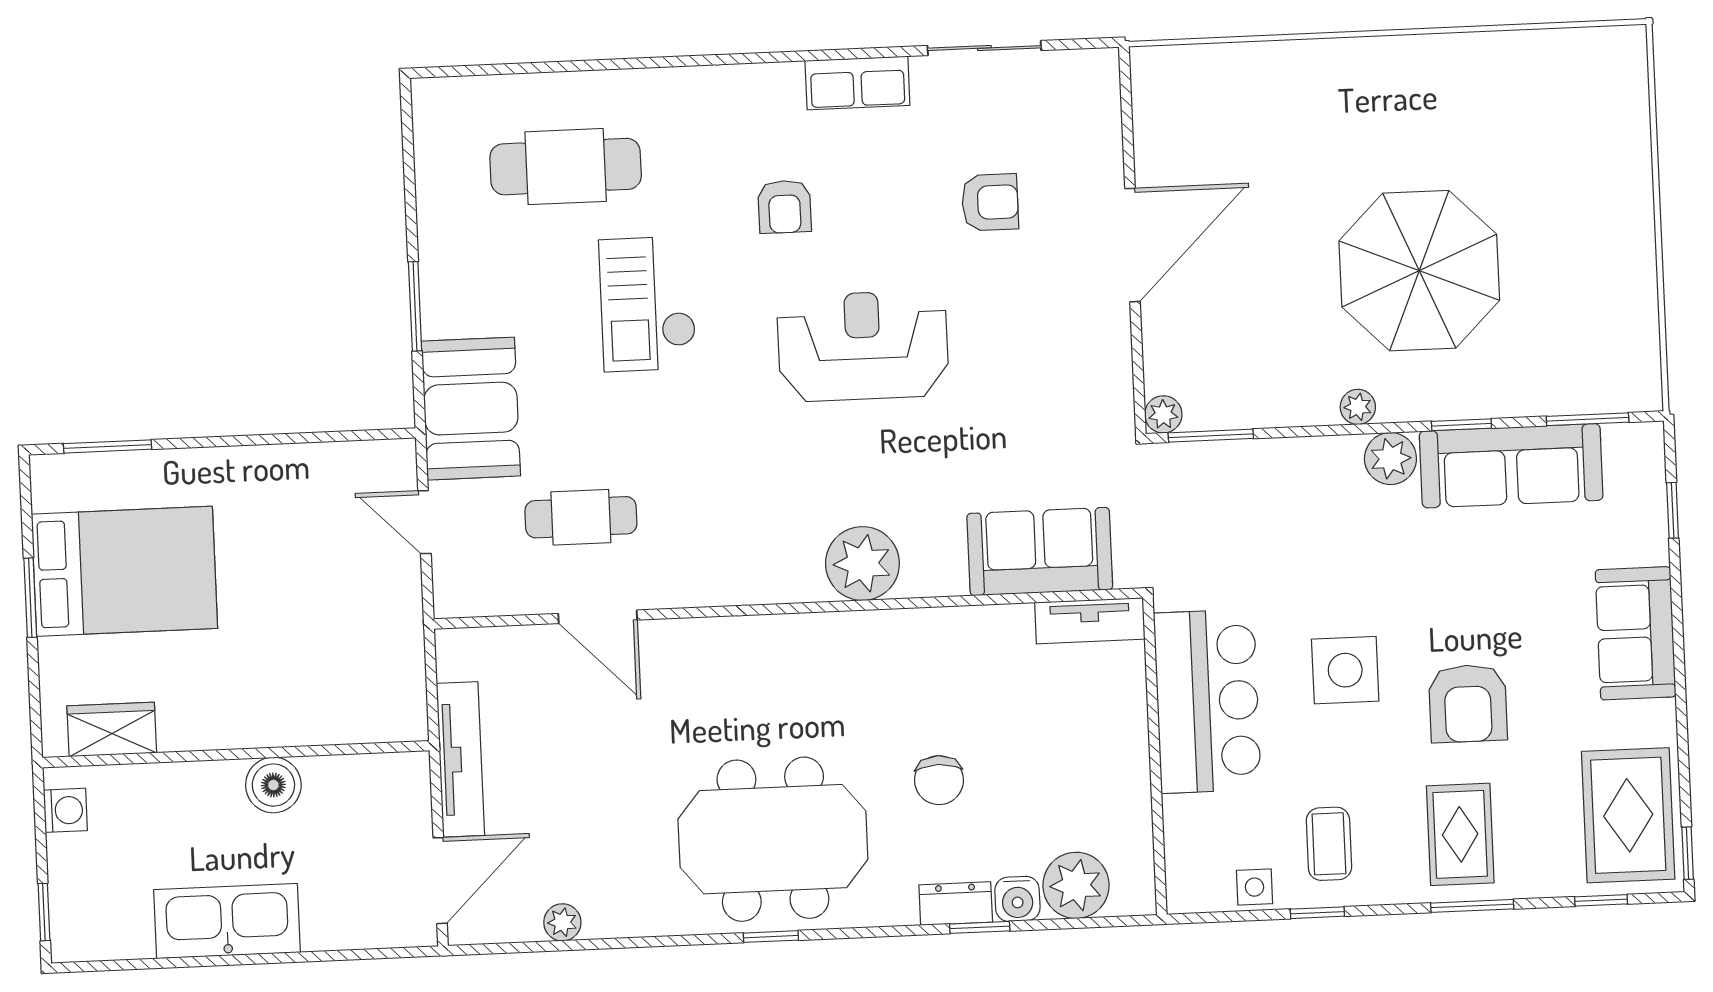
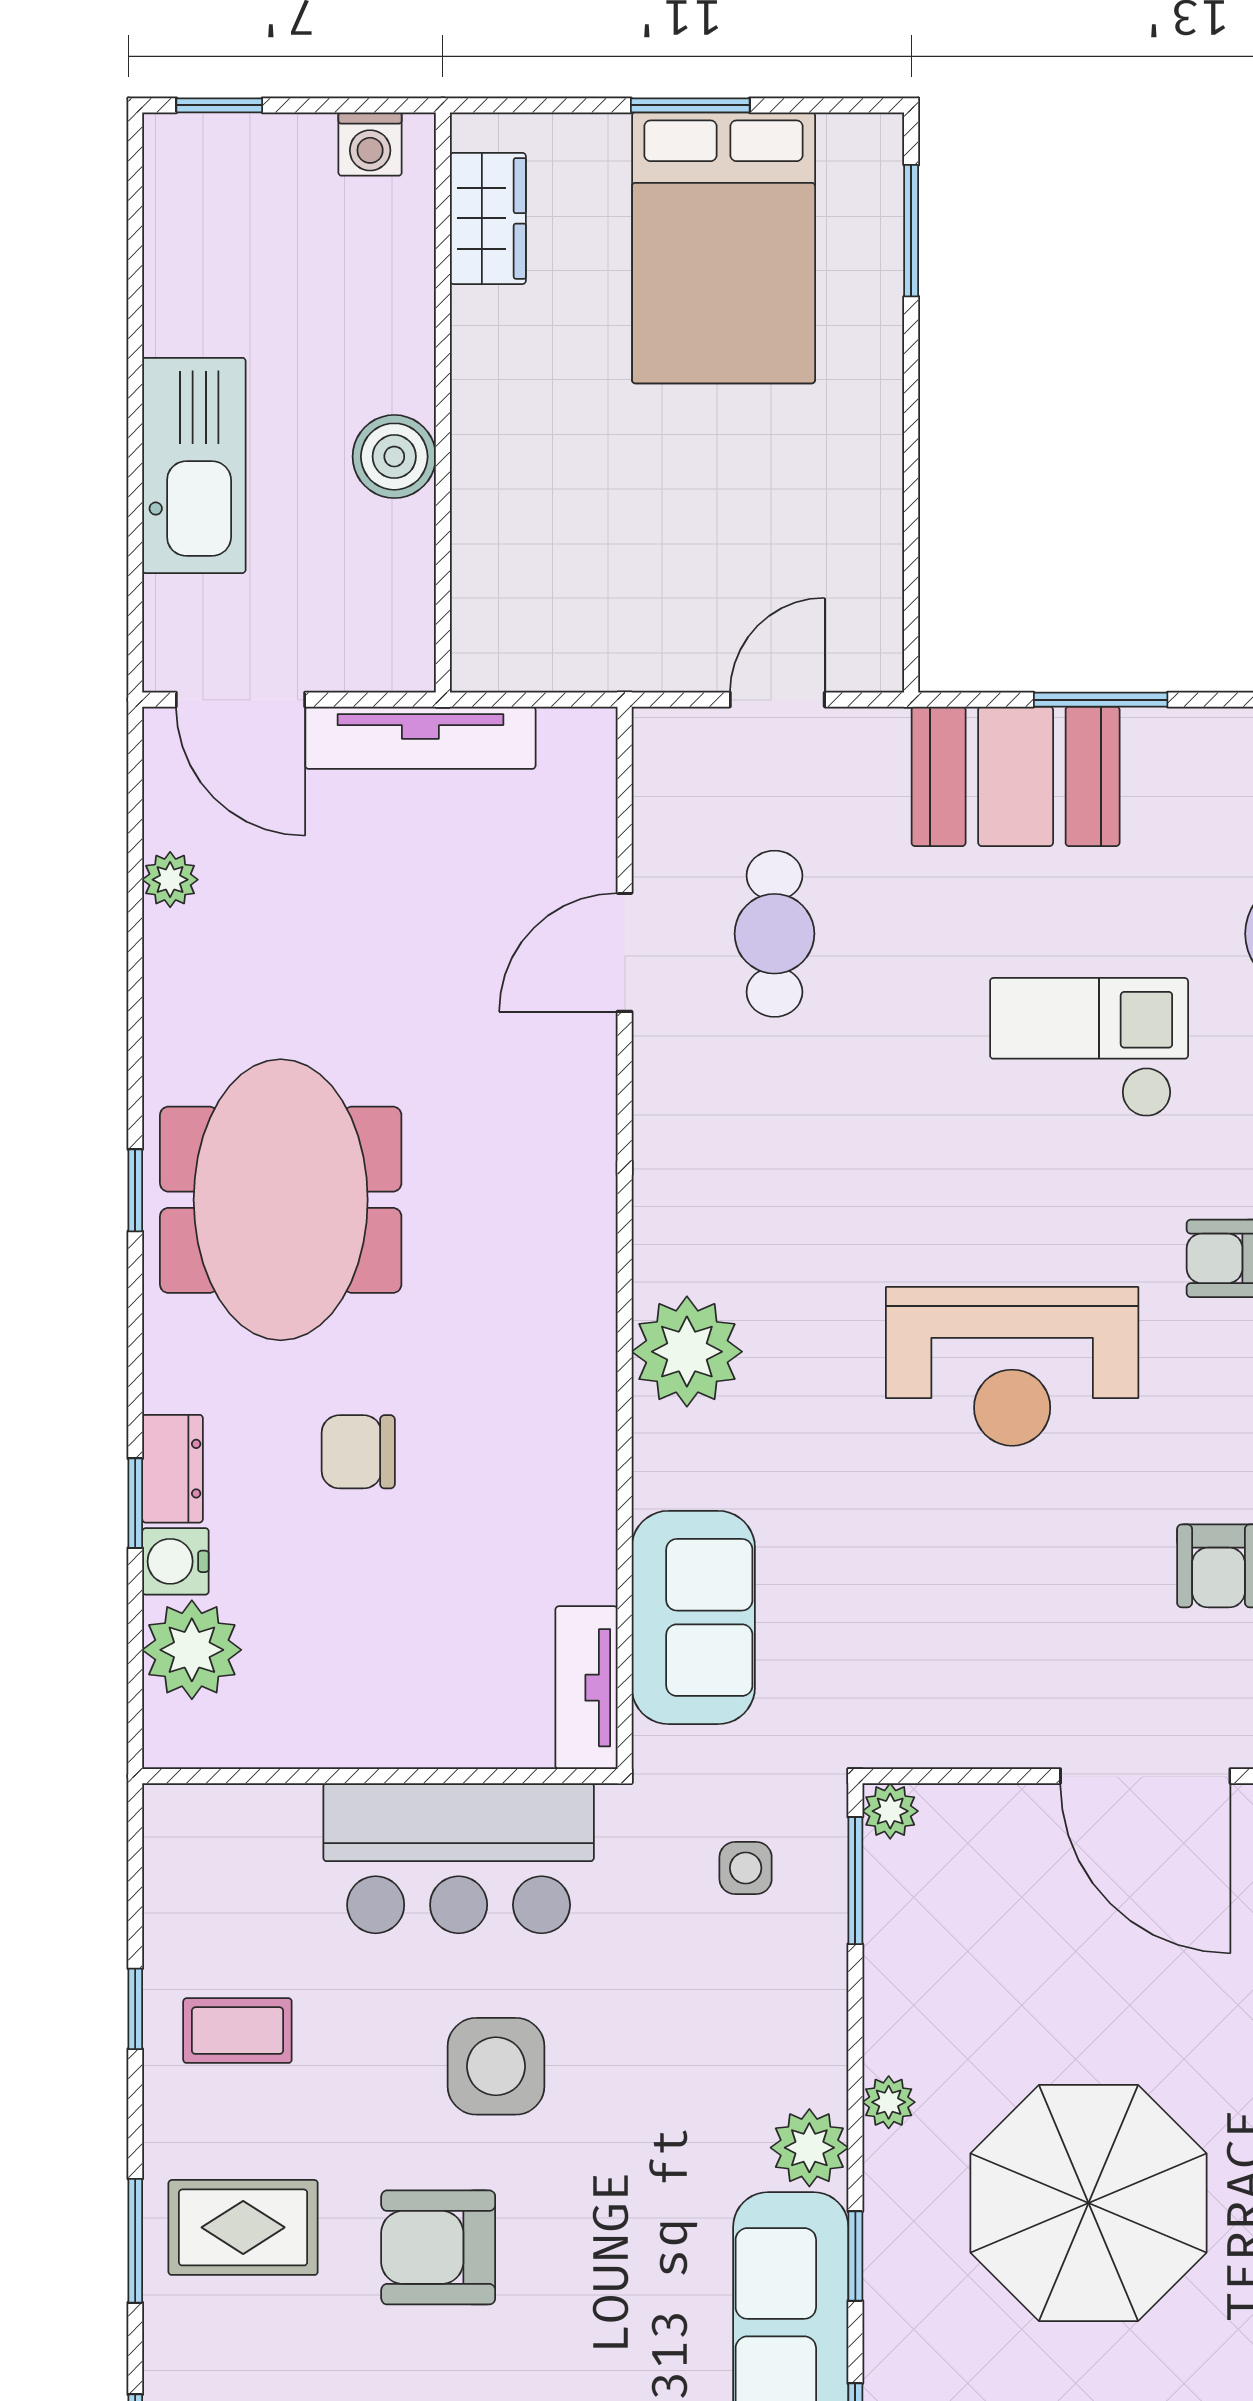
reception desk: (863, 346) -> (1012, 1366), turned 90
booth: (471, 409) -> (1016, 776), moved
side table: (1254, 887) -> (746, 1868), moved
kitchen sink: (227, 921) -> (194, 465), moved

